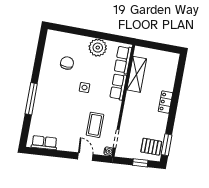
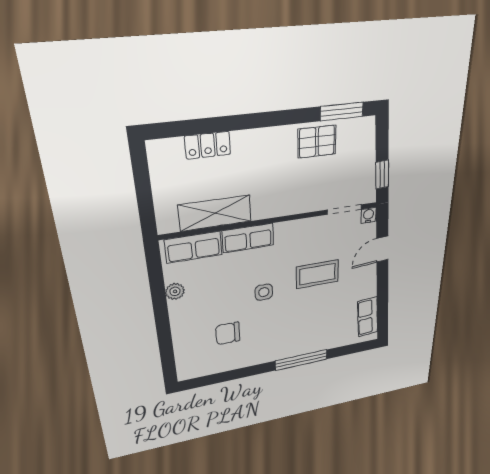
plant: (98, 48) -> (175, 291), width x0.53, depth x0.53
locker: (165, 102) -> (208, 145), moved
coffee table: (95, 125) -> (317, 274), moved
pallet: (151, 147) -> (317, 142), moved, turned 90
window: (140, 163) -> (382, 175), moved

